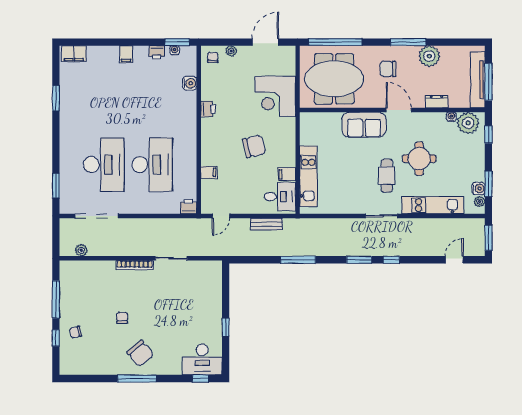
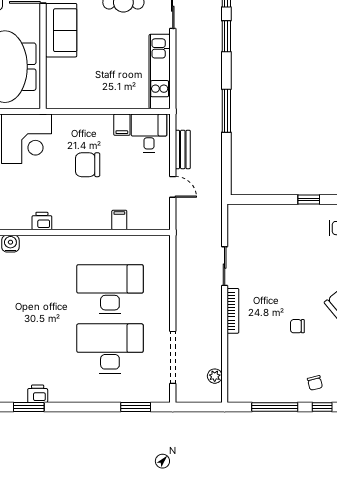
chair: (254, 146) -> (88, 165), turned -76
kitchen unit: (308, 176) -> (160, 72), moved, turned -90
printer: (188, 206) -> (38, 394), moved, turned 90
door: (221, 216) -> (173, 187), moved

